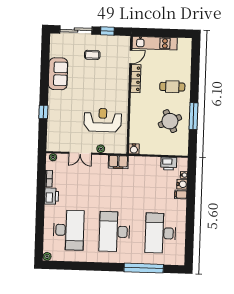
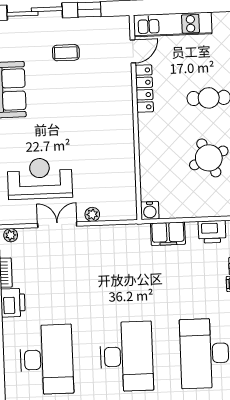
reception desk: (103, 120) -> (40, 179), moved
double door: (80, 153) -> (57, 225), swing flipped
filing cabinet: (118, 162) -> (168, 234), moved
desk: (115, 232) -> (127, 356), turned 180

